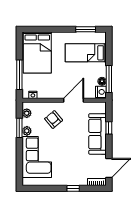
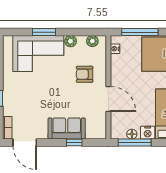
nightstand: (101, 92) -> (148, 133), moved
armchair: (54, 119) -> (85, 74), turned -140
window: (19, 128) -> (44, 32), moved
sofa: (97, 134) -> (67, 128), width x0.73

